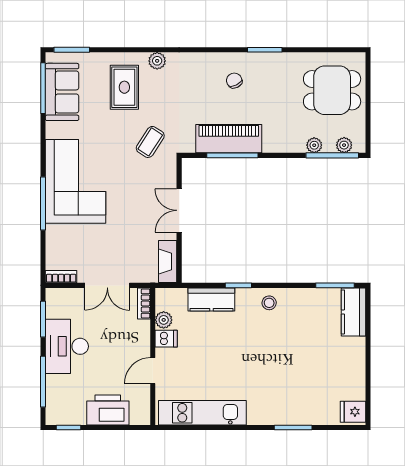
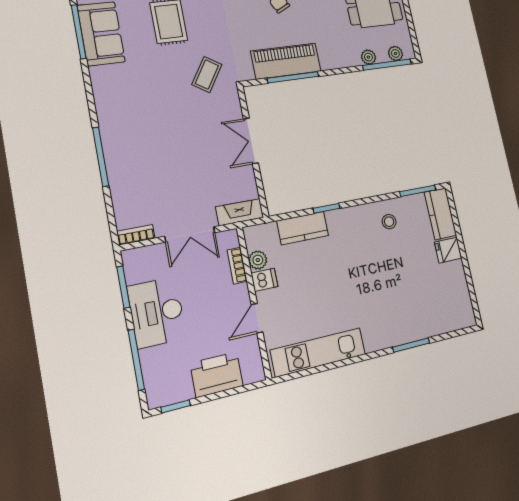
corner sofa: (75, 181) -> (133, 127), removed
fireplace: (168, 262) -> (240, 212), moved, turned 90
bookcase: (144, 303) -> (237, 266), moved
stool: (269, 303) -> (389, 222), moved
fridge: (353, 412) -> (448, 250), moved

